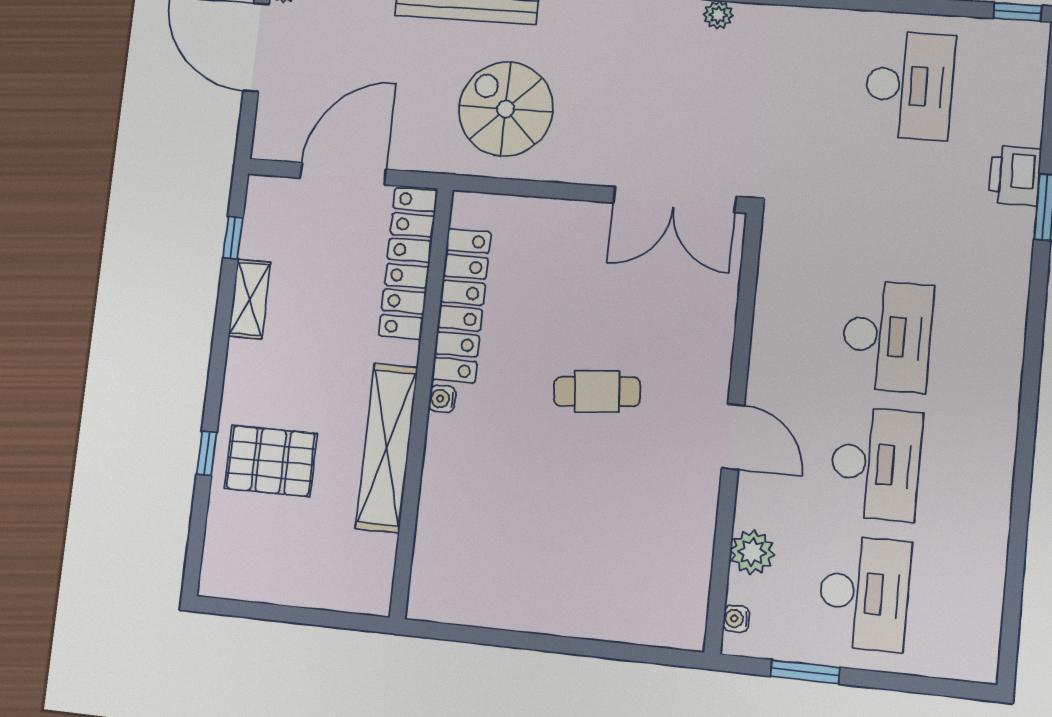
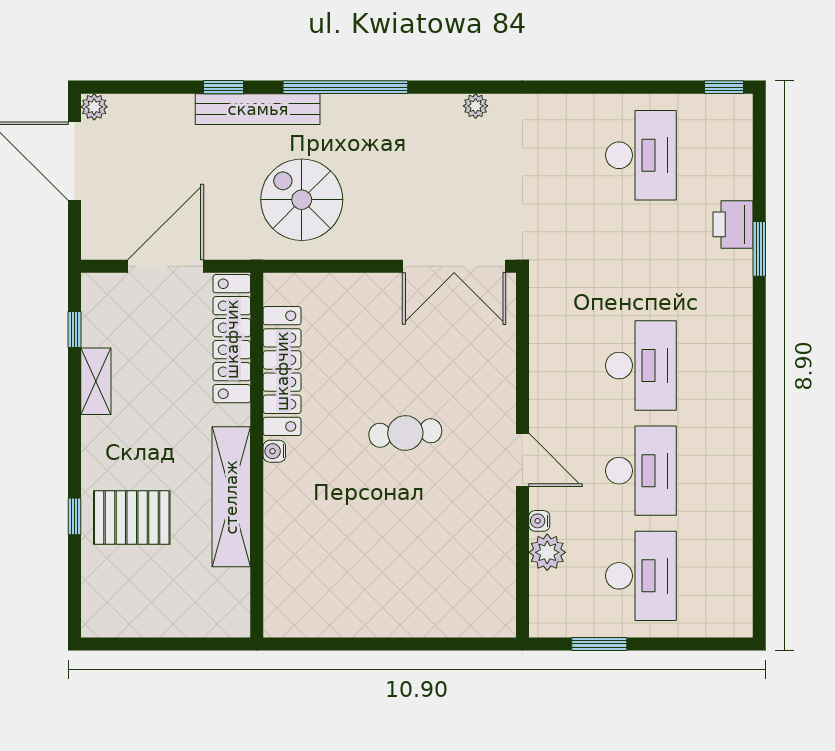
water cooler: (736, 619) -> (539, 521), moved

